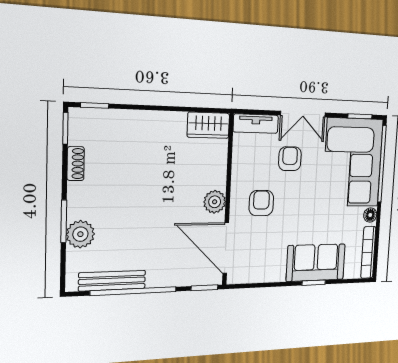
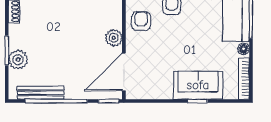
armchair: (261, 203) -> (141, 21), moved
door: (226, 248) -> (124, 72), hinge flipped

